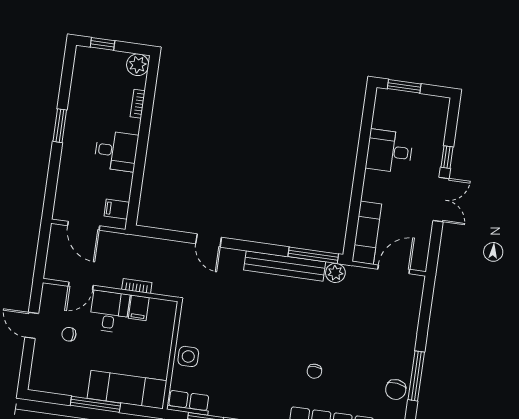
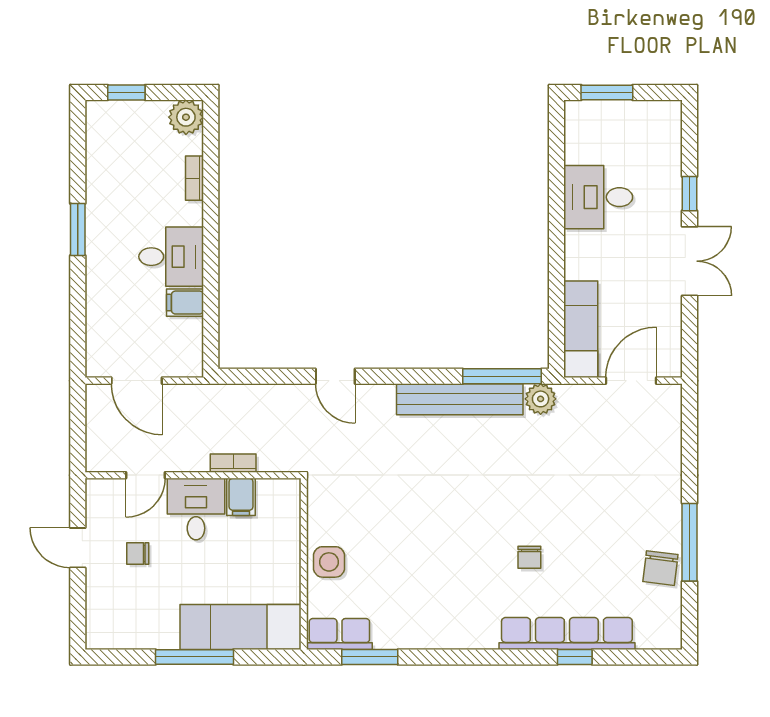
filing cabinet: (117, 209) -> (185, 303), moved

